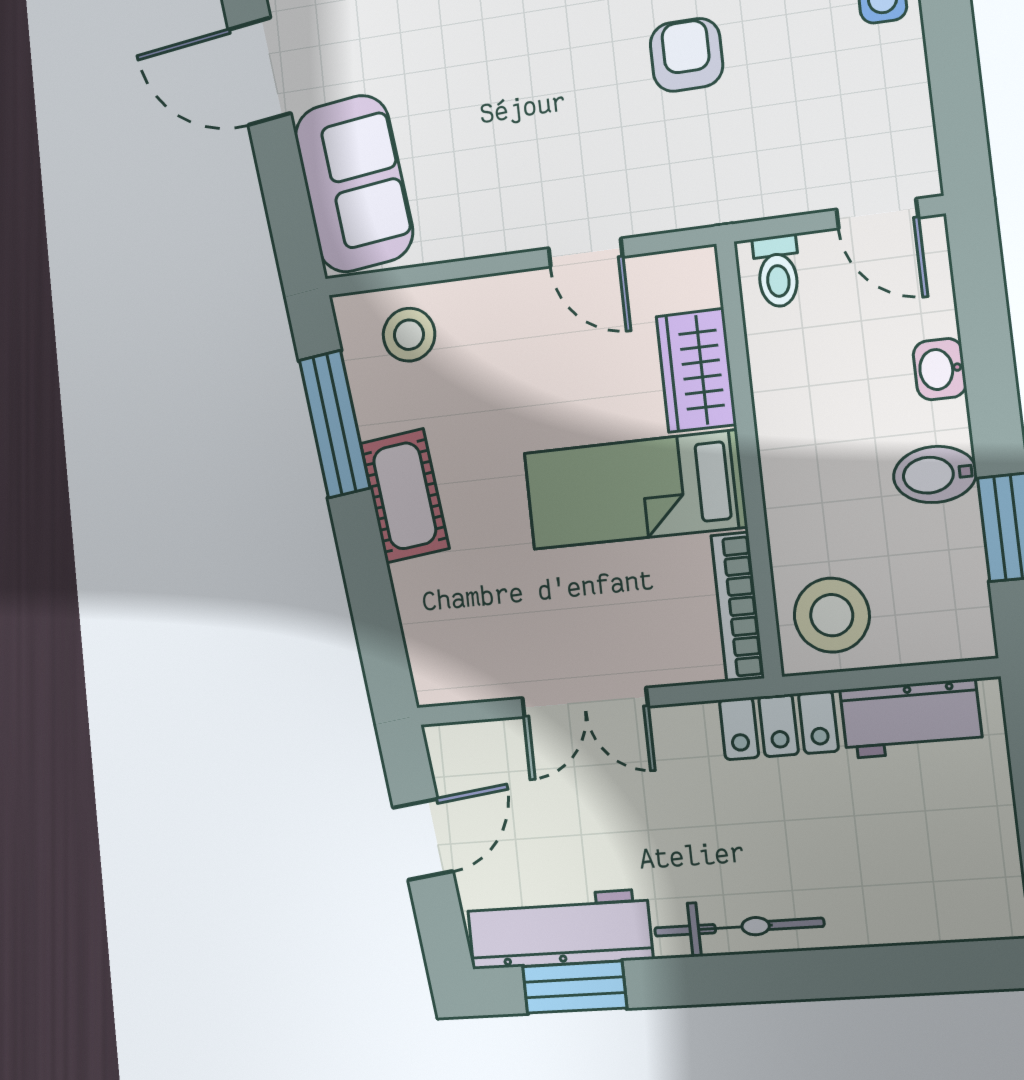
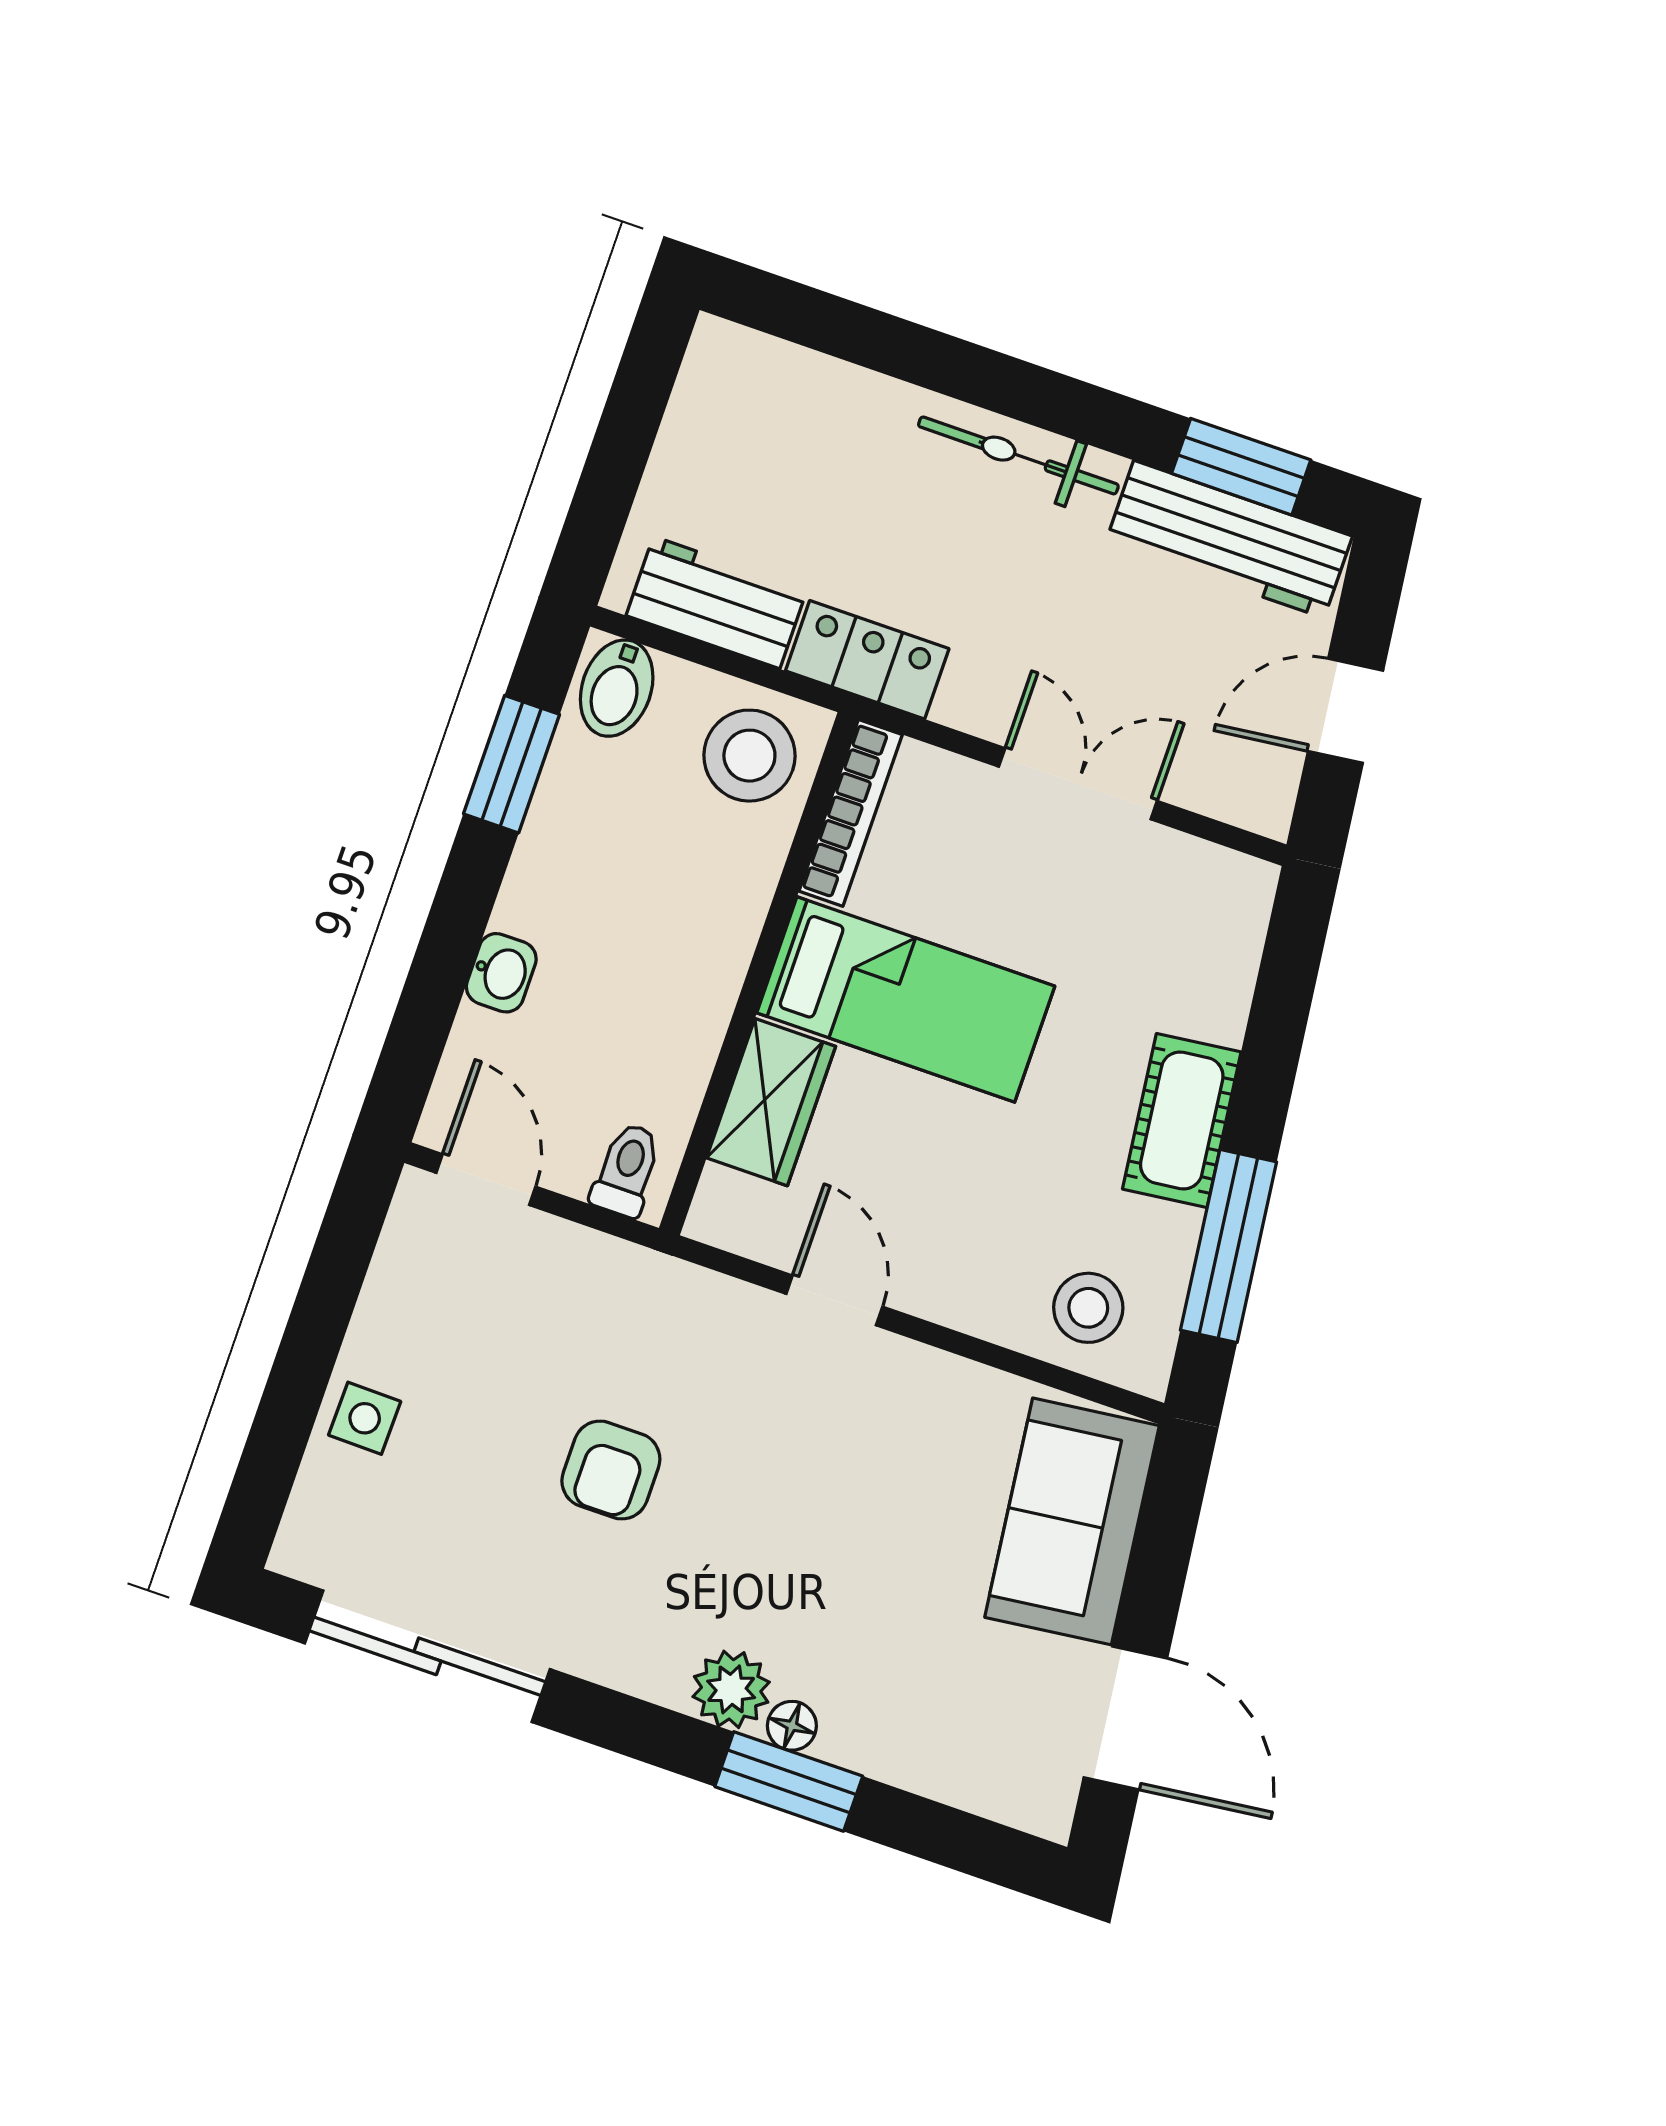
bidet: (935, 474) -> (617, 688), moved, turned 90

